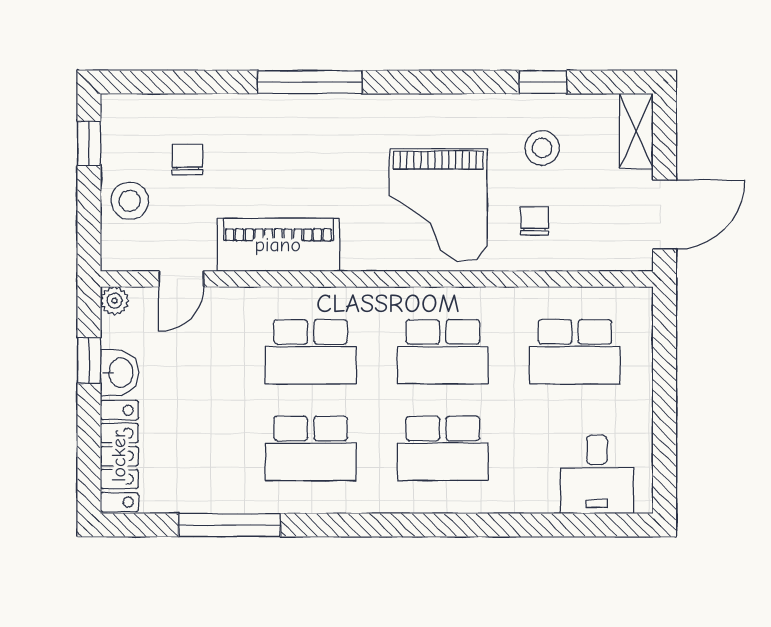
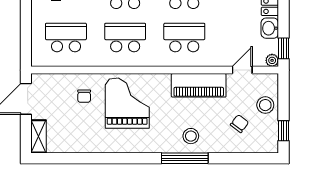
window: (543, 82) -> (80, 158), removed
stool: (542, 148) -> (191, 136), moved
chair: (187, 159) -> (239, 124), turned -143
window: (89, 360) -> (284, 48), moved

